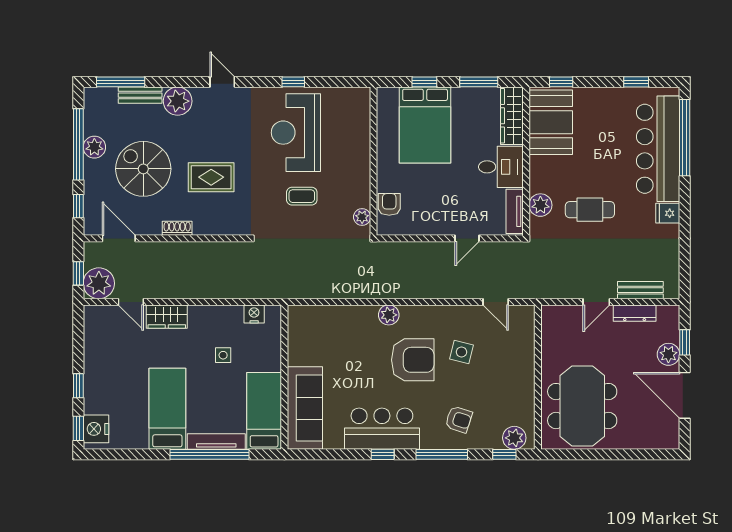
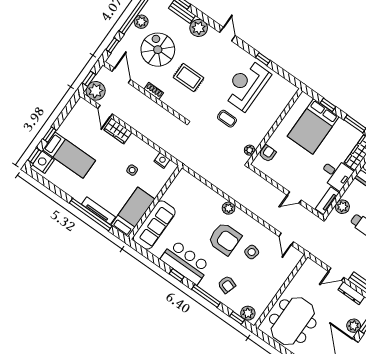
bed: (167, 409) -> (69, 155), moved, turned 90

